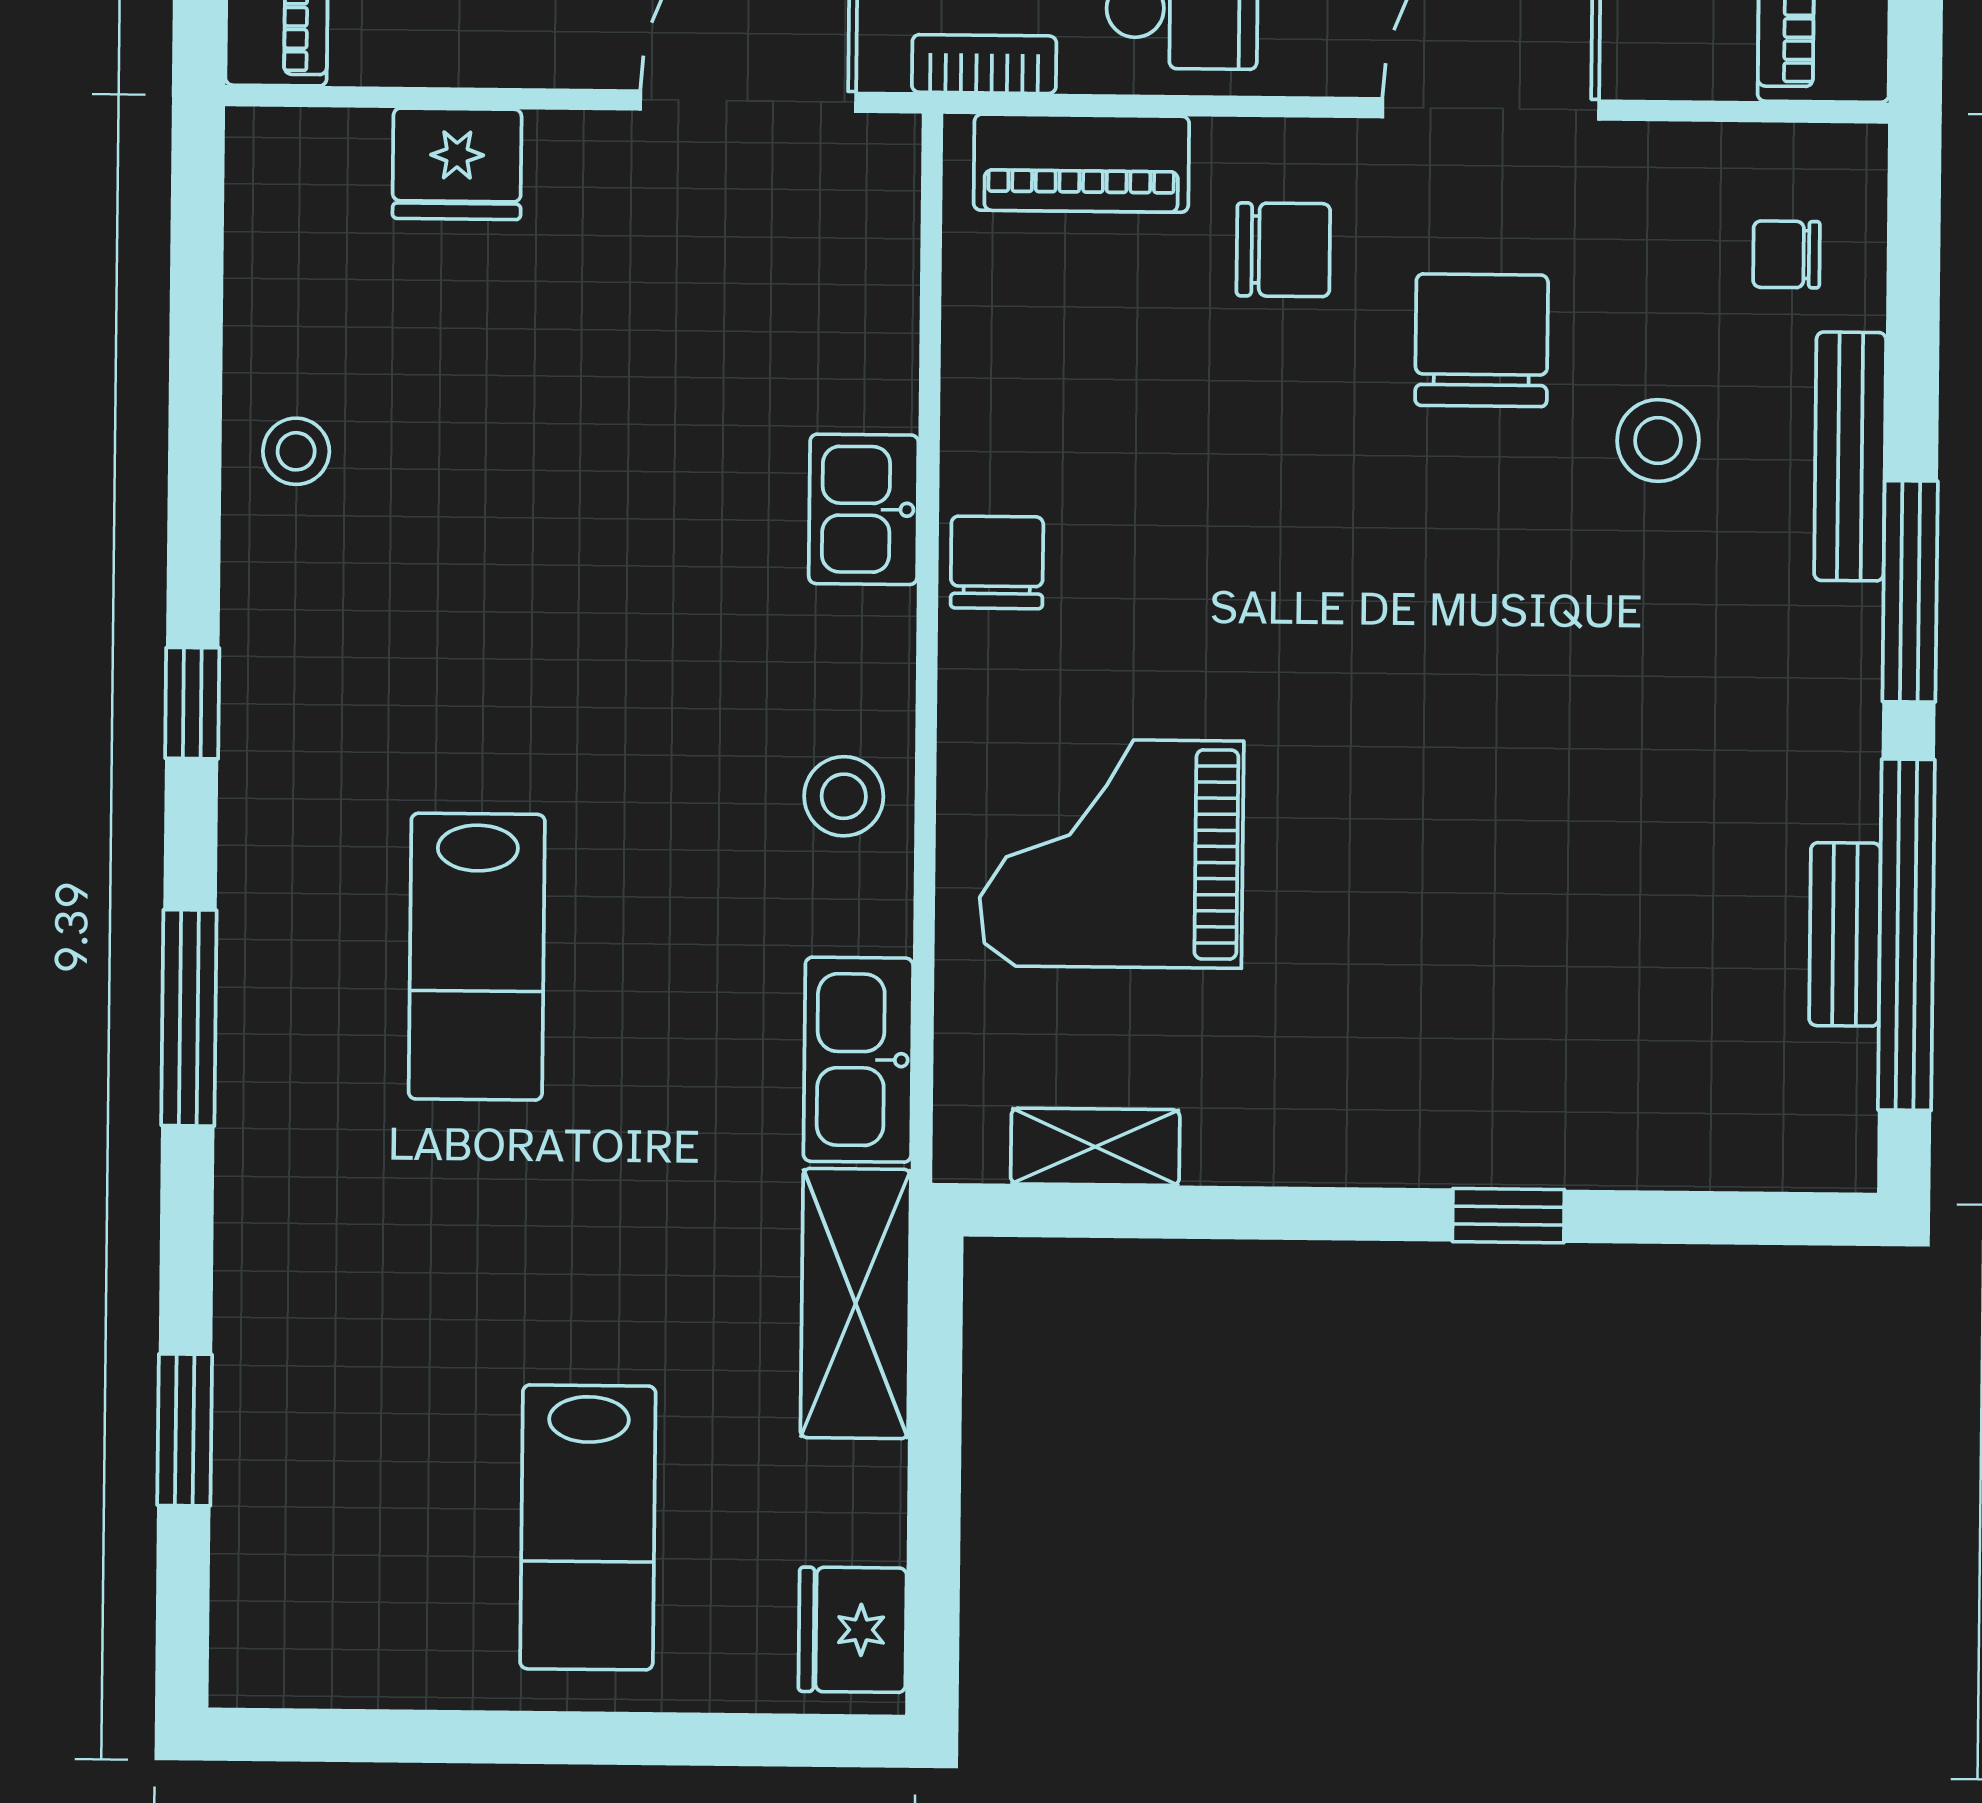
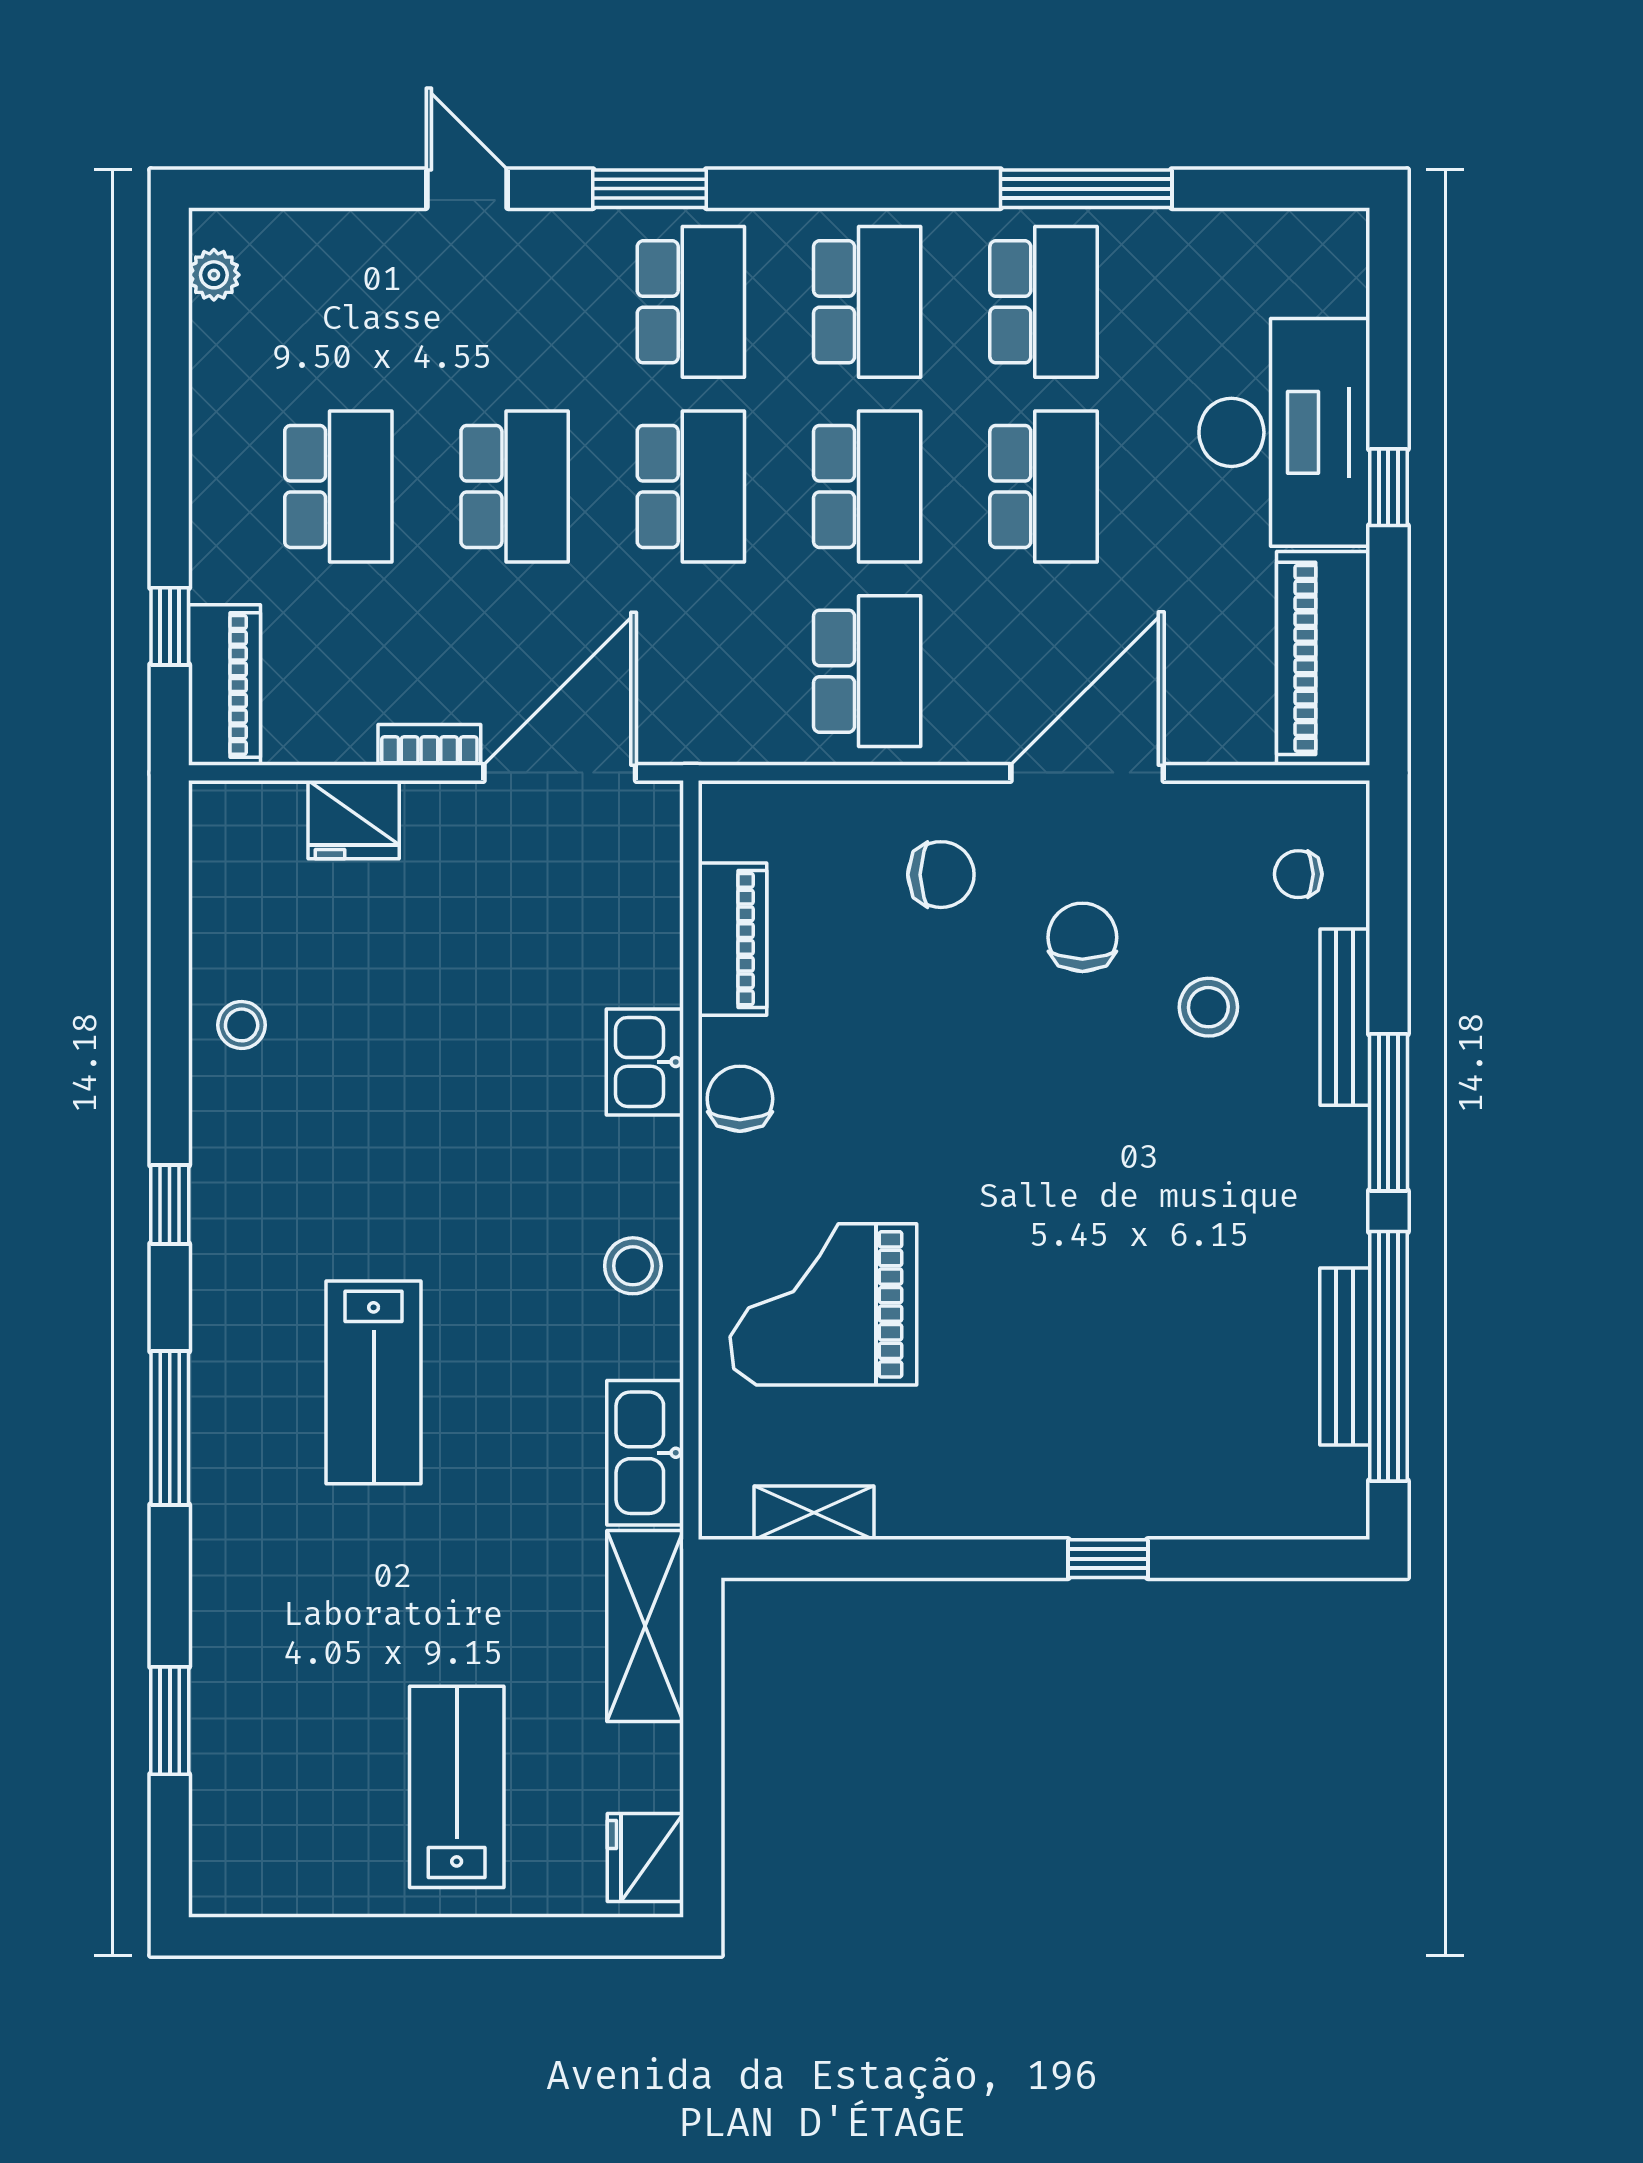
bookcase: (984, 64) -> (429, 745), moved
piano: (1081, 163) -> (733, 939), moved, turned -90
chair: (1482, 340) -> (1082, 937), width x0.73, depth x0.73
bench: (1845, 934) -> (1345, 1356), width x1.36
lab bench: (588, 1527) -> (457, 1787), turned 180

